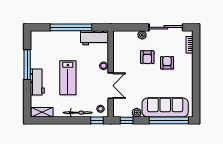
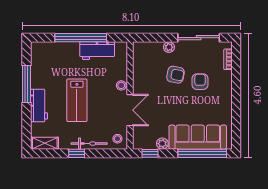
workbench: (95, 38) -> (97, 51), moved
armchair: (147, 57) -> (175, 75), turned -79
window: (97, 120) -> (77, 153), moved

